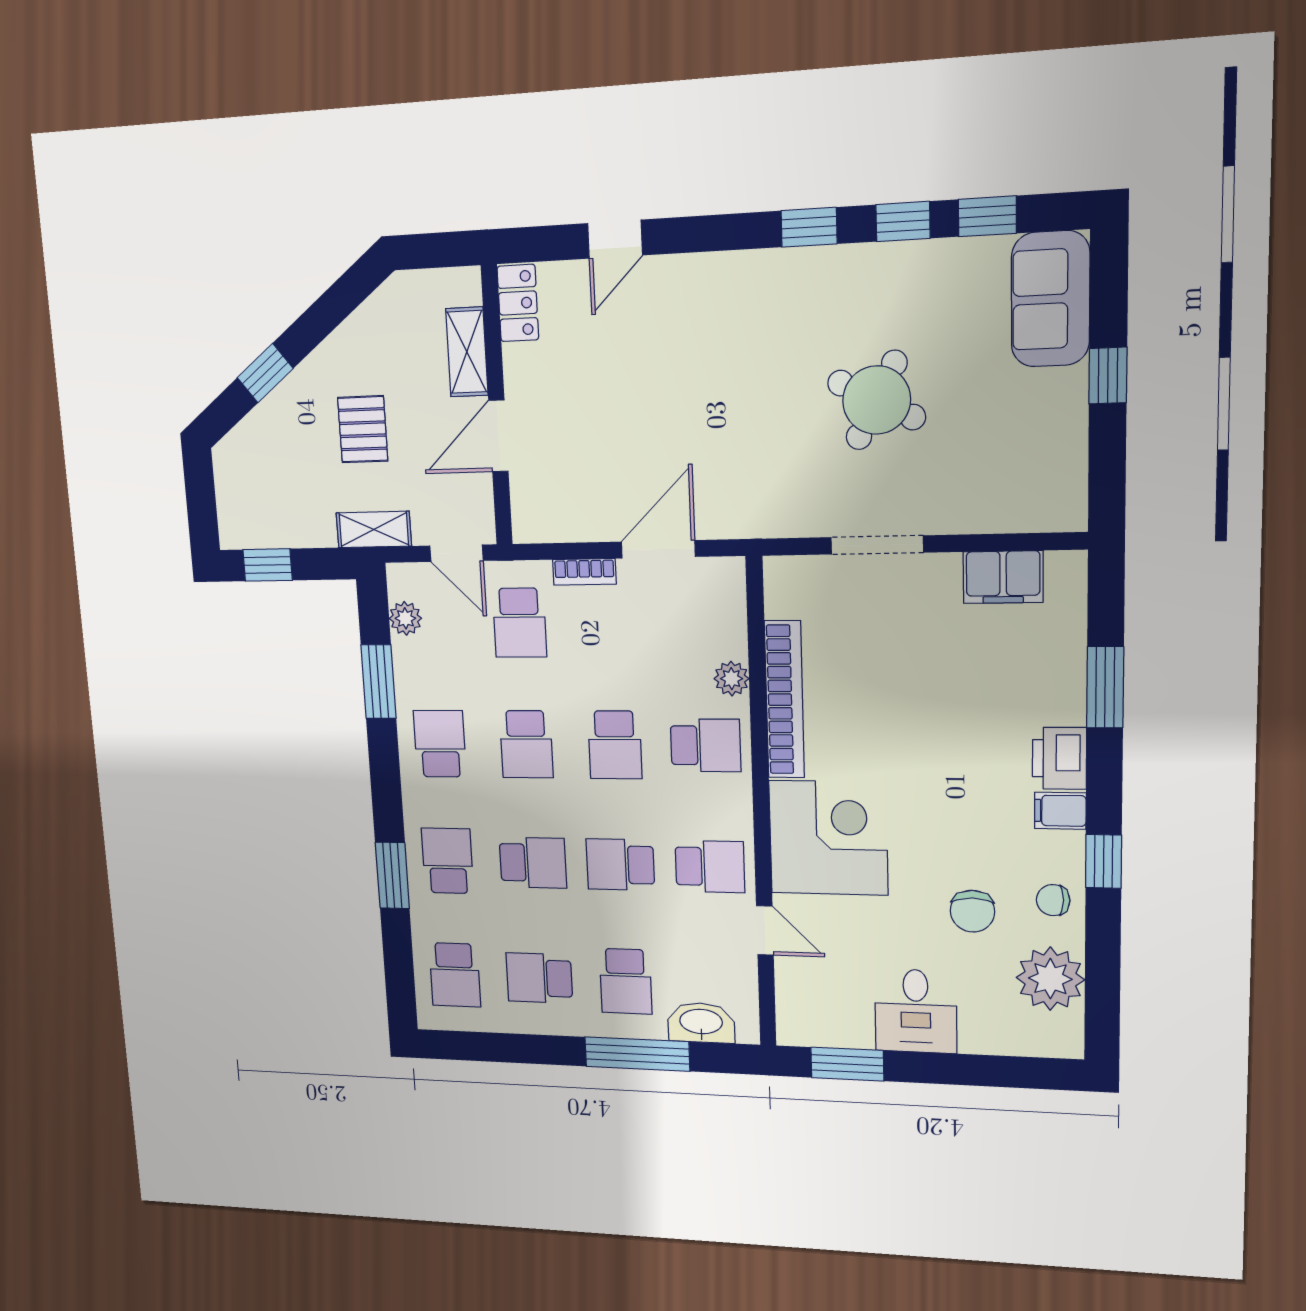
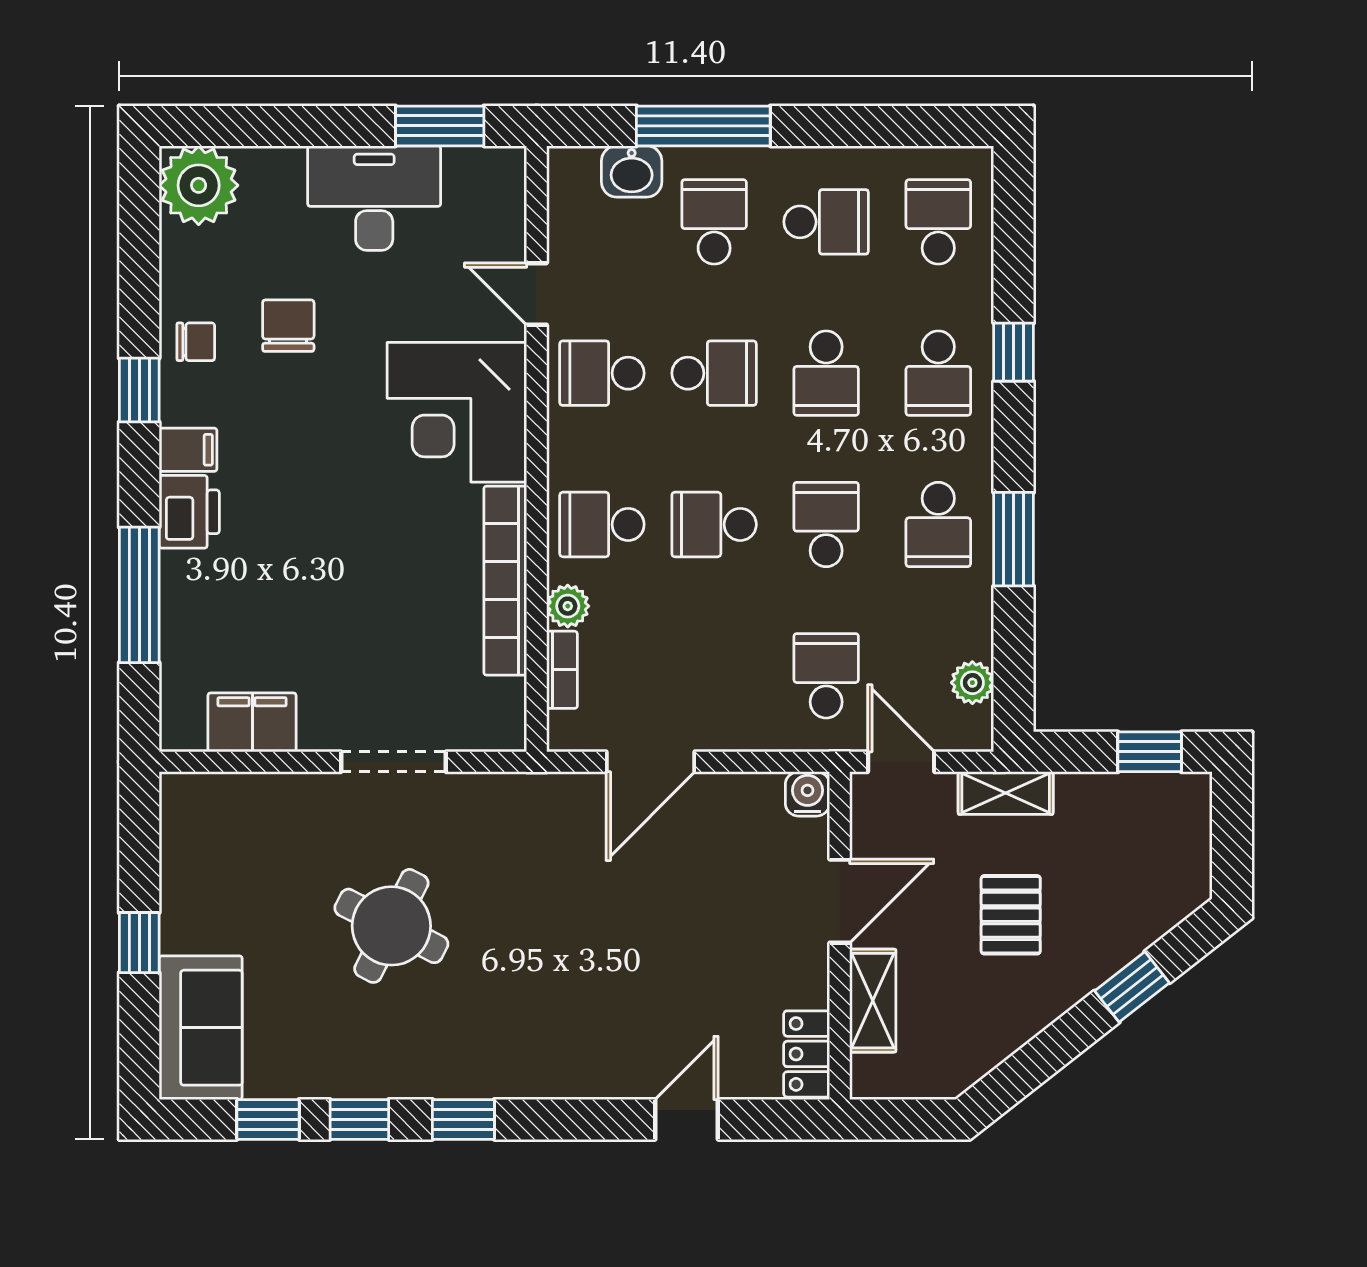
water cooler: (529, 525) -> (807, 794), added
bookcase: (584, 572) -> (562, 670), moved, turned 90
window: (379, 682) -> (1014, 539), moved
window: (1105, 687) -> (139, 595), width x1.44
school desk: (615, 745) -> (714, 524), turned -90
school desk: (533, 863) -> (826, 373), turned -90
window: (392, 875) -> (1014, 352), width x0.67
plant: (1050, 979) -> (199, 185), moved
desk: (916, 1011) -> (374, 198), width x1.37
washbasin: (701, 1023) -> (632, 171), width x0.72

